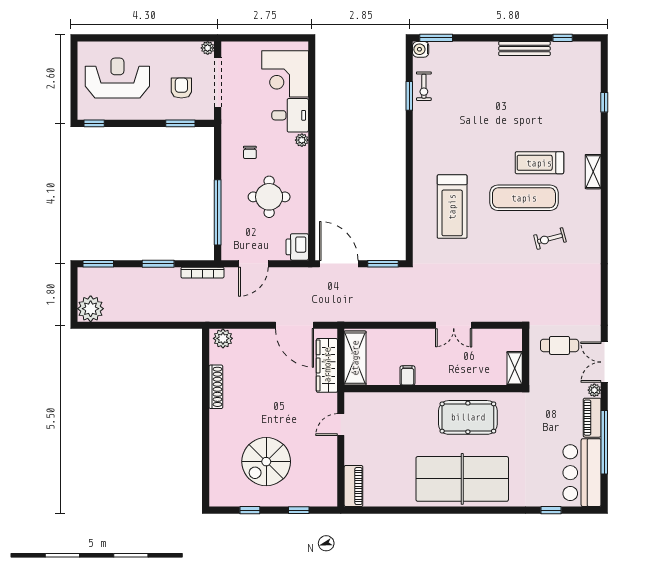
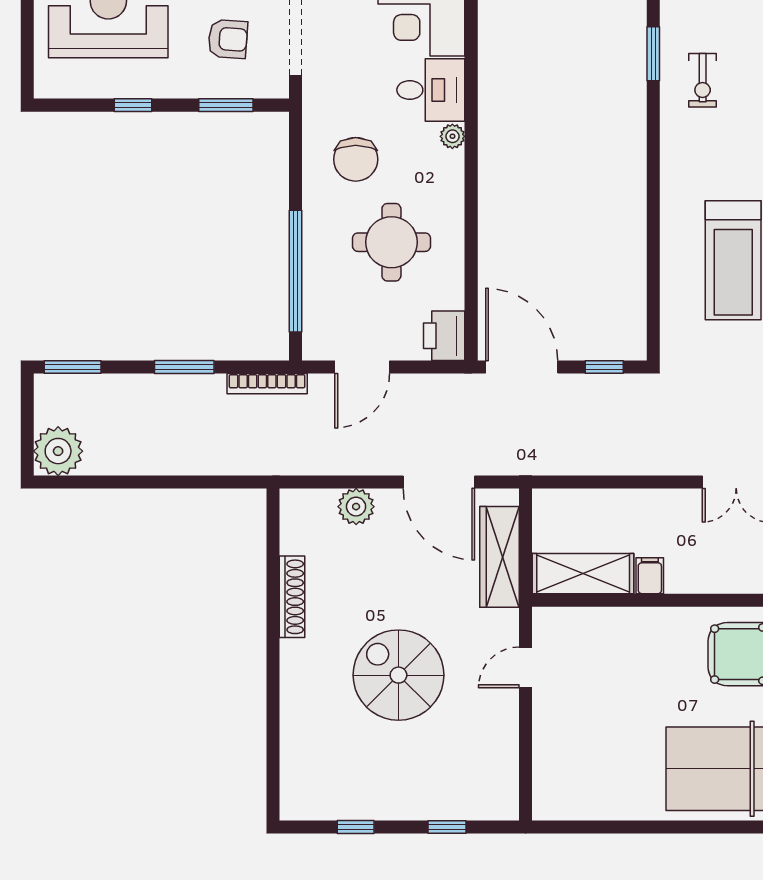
exercise bike: (424, 86) -> (703, 80), moved
armchair: (181, 88) -> (228, 39), turned 94
window: (94, 123) -> (133, 105), moved
chair: (250, 152) -> (356, 159), width x1.87, depth x1.87
window: (383, 264) -> (604, 367), width x0.67
plant: (223, 338) -> (356, 507), moved
shelving: (355, 358) -> (583, 574), moved, turned 90
spiral stairs: (266, 462) -> (398, 675), moved, turned 90
piano: (353, 486) -> (549, 782), removed

